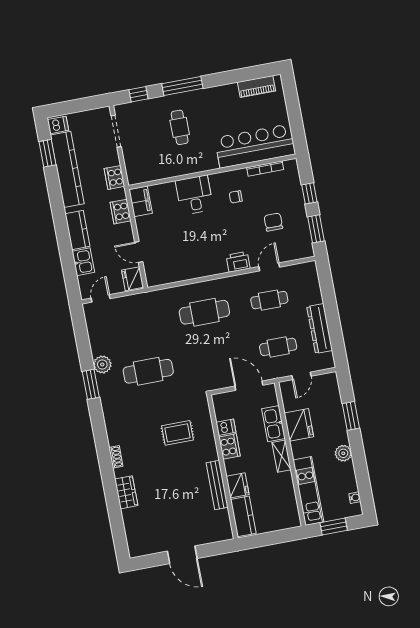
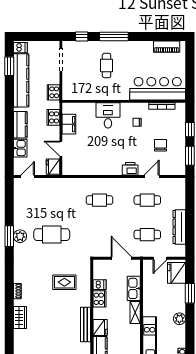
filing cabinet: (141, 201) -> (69, 124), moved
cafe table: (204, 312) -> (100, 200), width x0.73, depth x0.74
plant: (102, 364) -> (20, 236), moved
fridge: (299, 425) -> (177, 273), moved, turned 180

